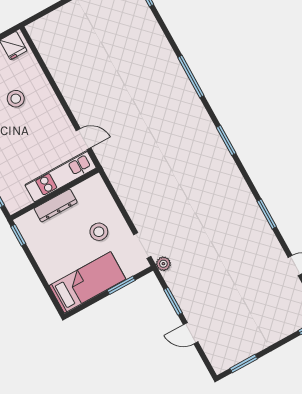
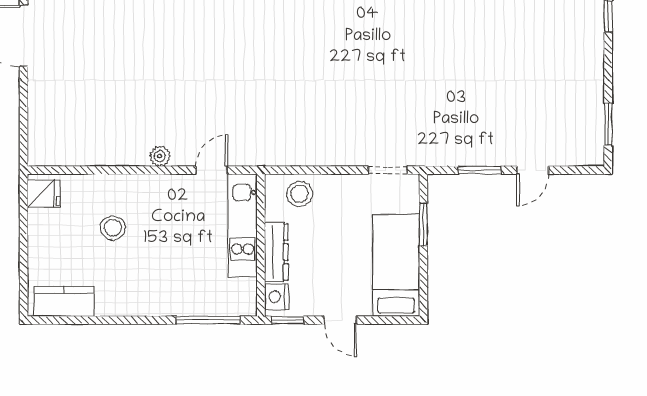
nightstand: (29, 221) -> (277, 297), added
stool: (99, 232) -> (299, 194), moved
plant: (163, 264) -> (160, 156), moved
door: (36, 267) -> (340, 320), added

